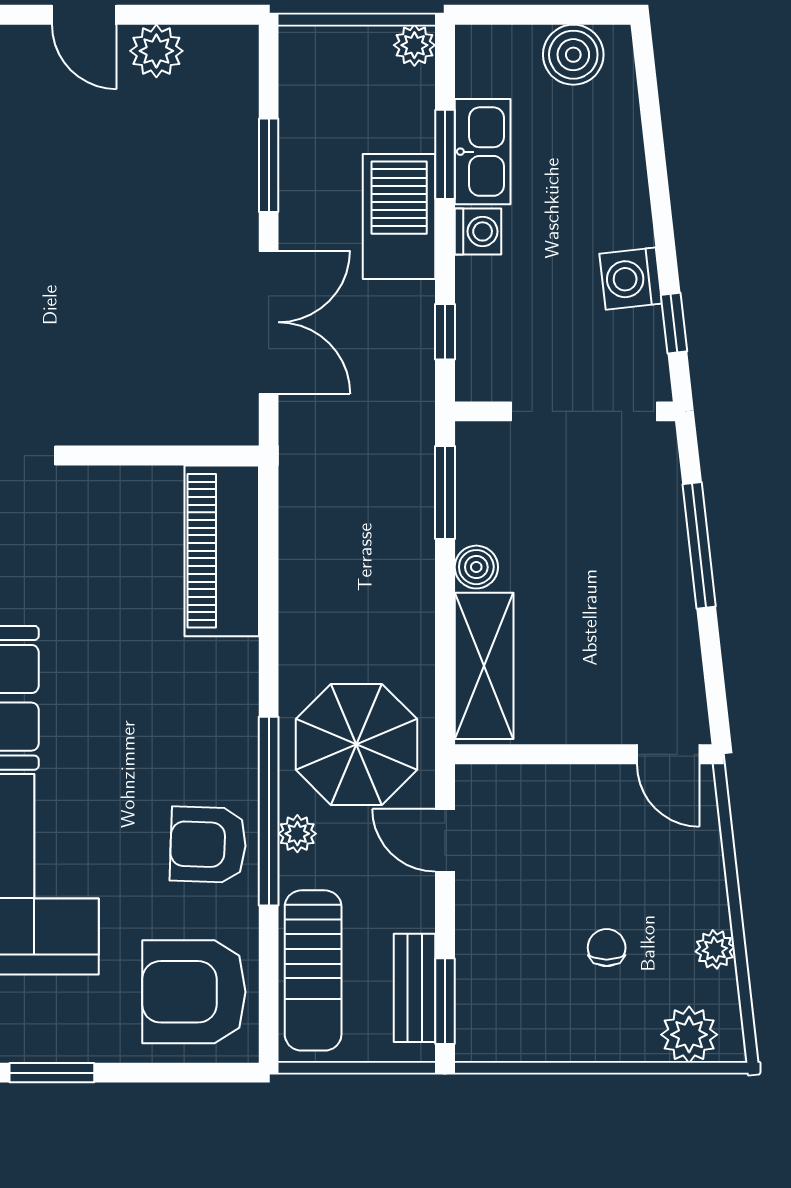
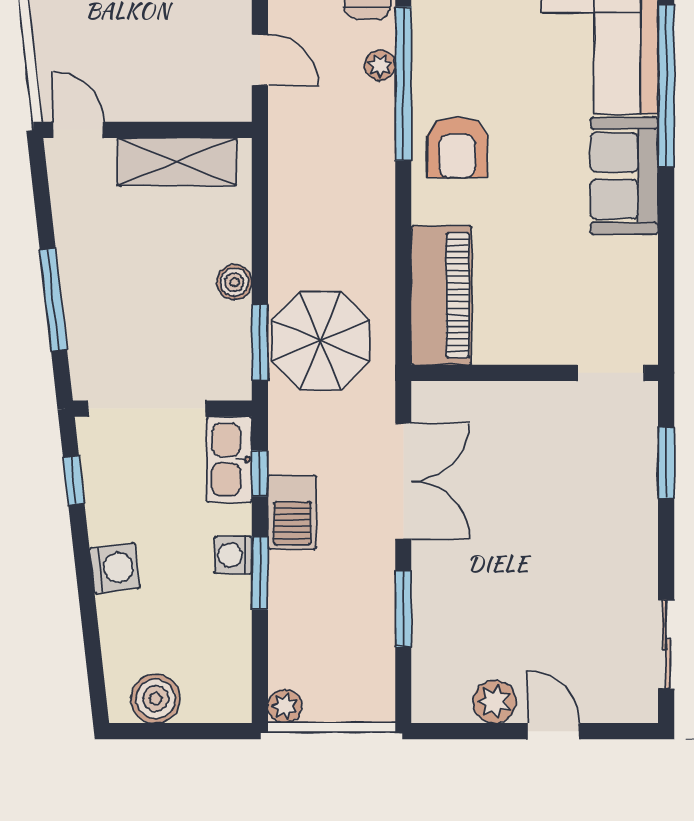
kitchen sink: (483, 152) -> (229, 460), moved
window: (445, 154) -> (260, 573), moved
barbecue: (399, 216) -> (292, 512), moved, width x0.73, depth x0.83
washing machine: (631, 279) -> (115, 568), moved
double door: (269, 322) -> (403, 481), swing flipped
shelving: (484, 666) -> (177, 162), moved, turned 90
parasol: (356, 744) -> (321, 341), moved
armchair: (208, 845) -> (457, 147), moved, turned 88

